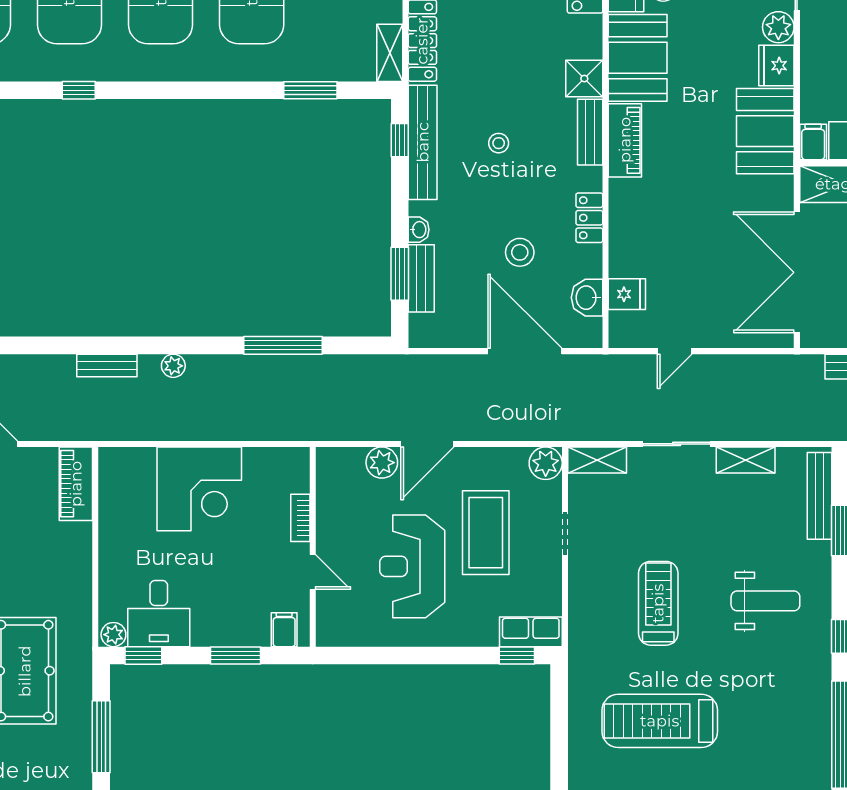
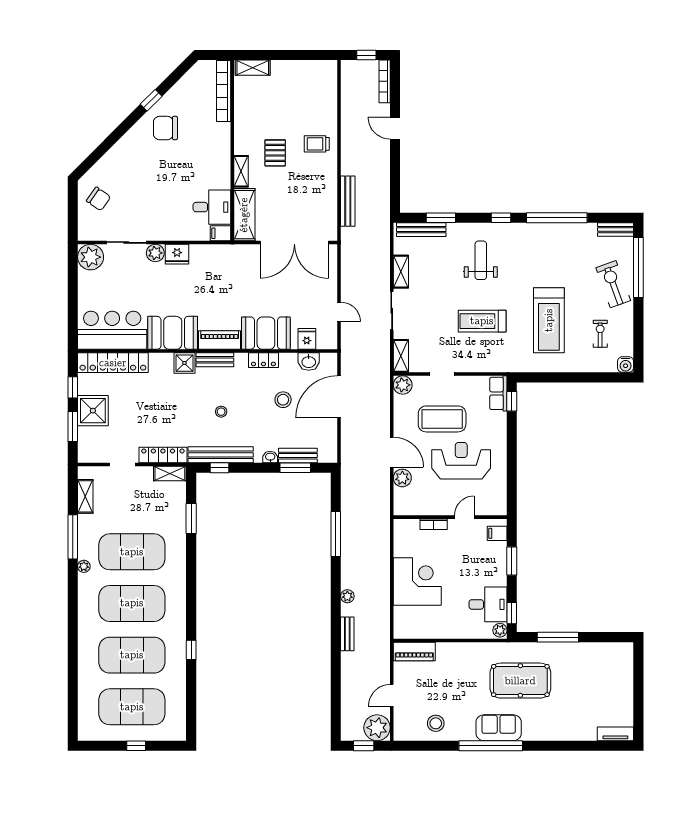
booth: (765, 131) -> (266, 333), moved
reception desk: (412, 566) -> (461, 461), turned 180

